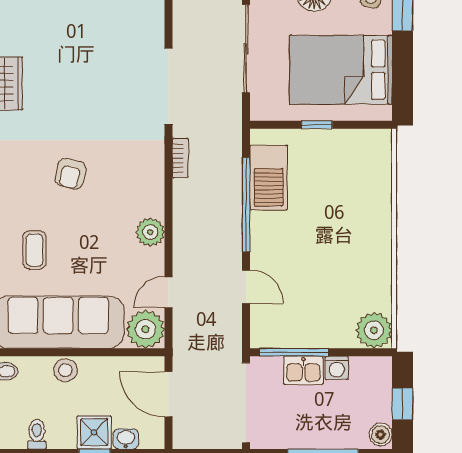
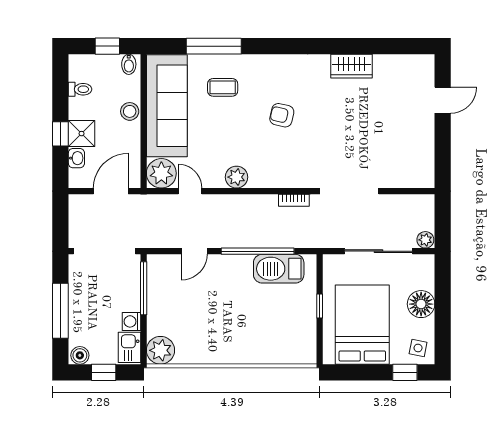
kitchen sink: (303, 370) -> (129, 347), moved

